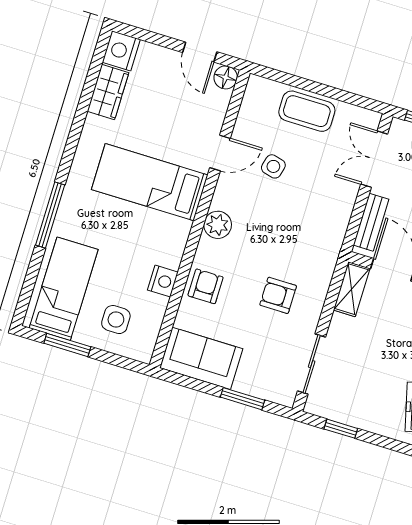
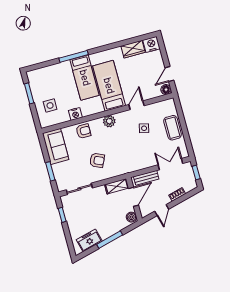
door: (220, 153) -> (137, 105), swing flipped
bed: (64, 289) -> (85, 78), moved, turned 90
armchair: (278, 295) -> (97, 160), turned 115

